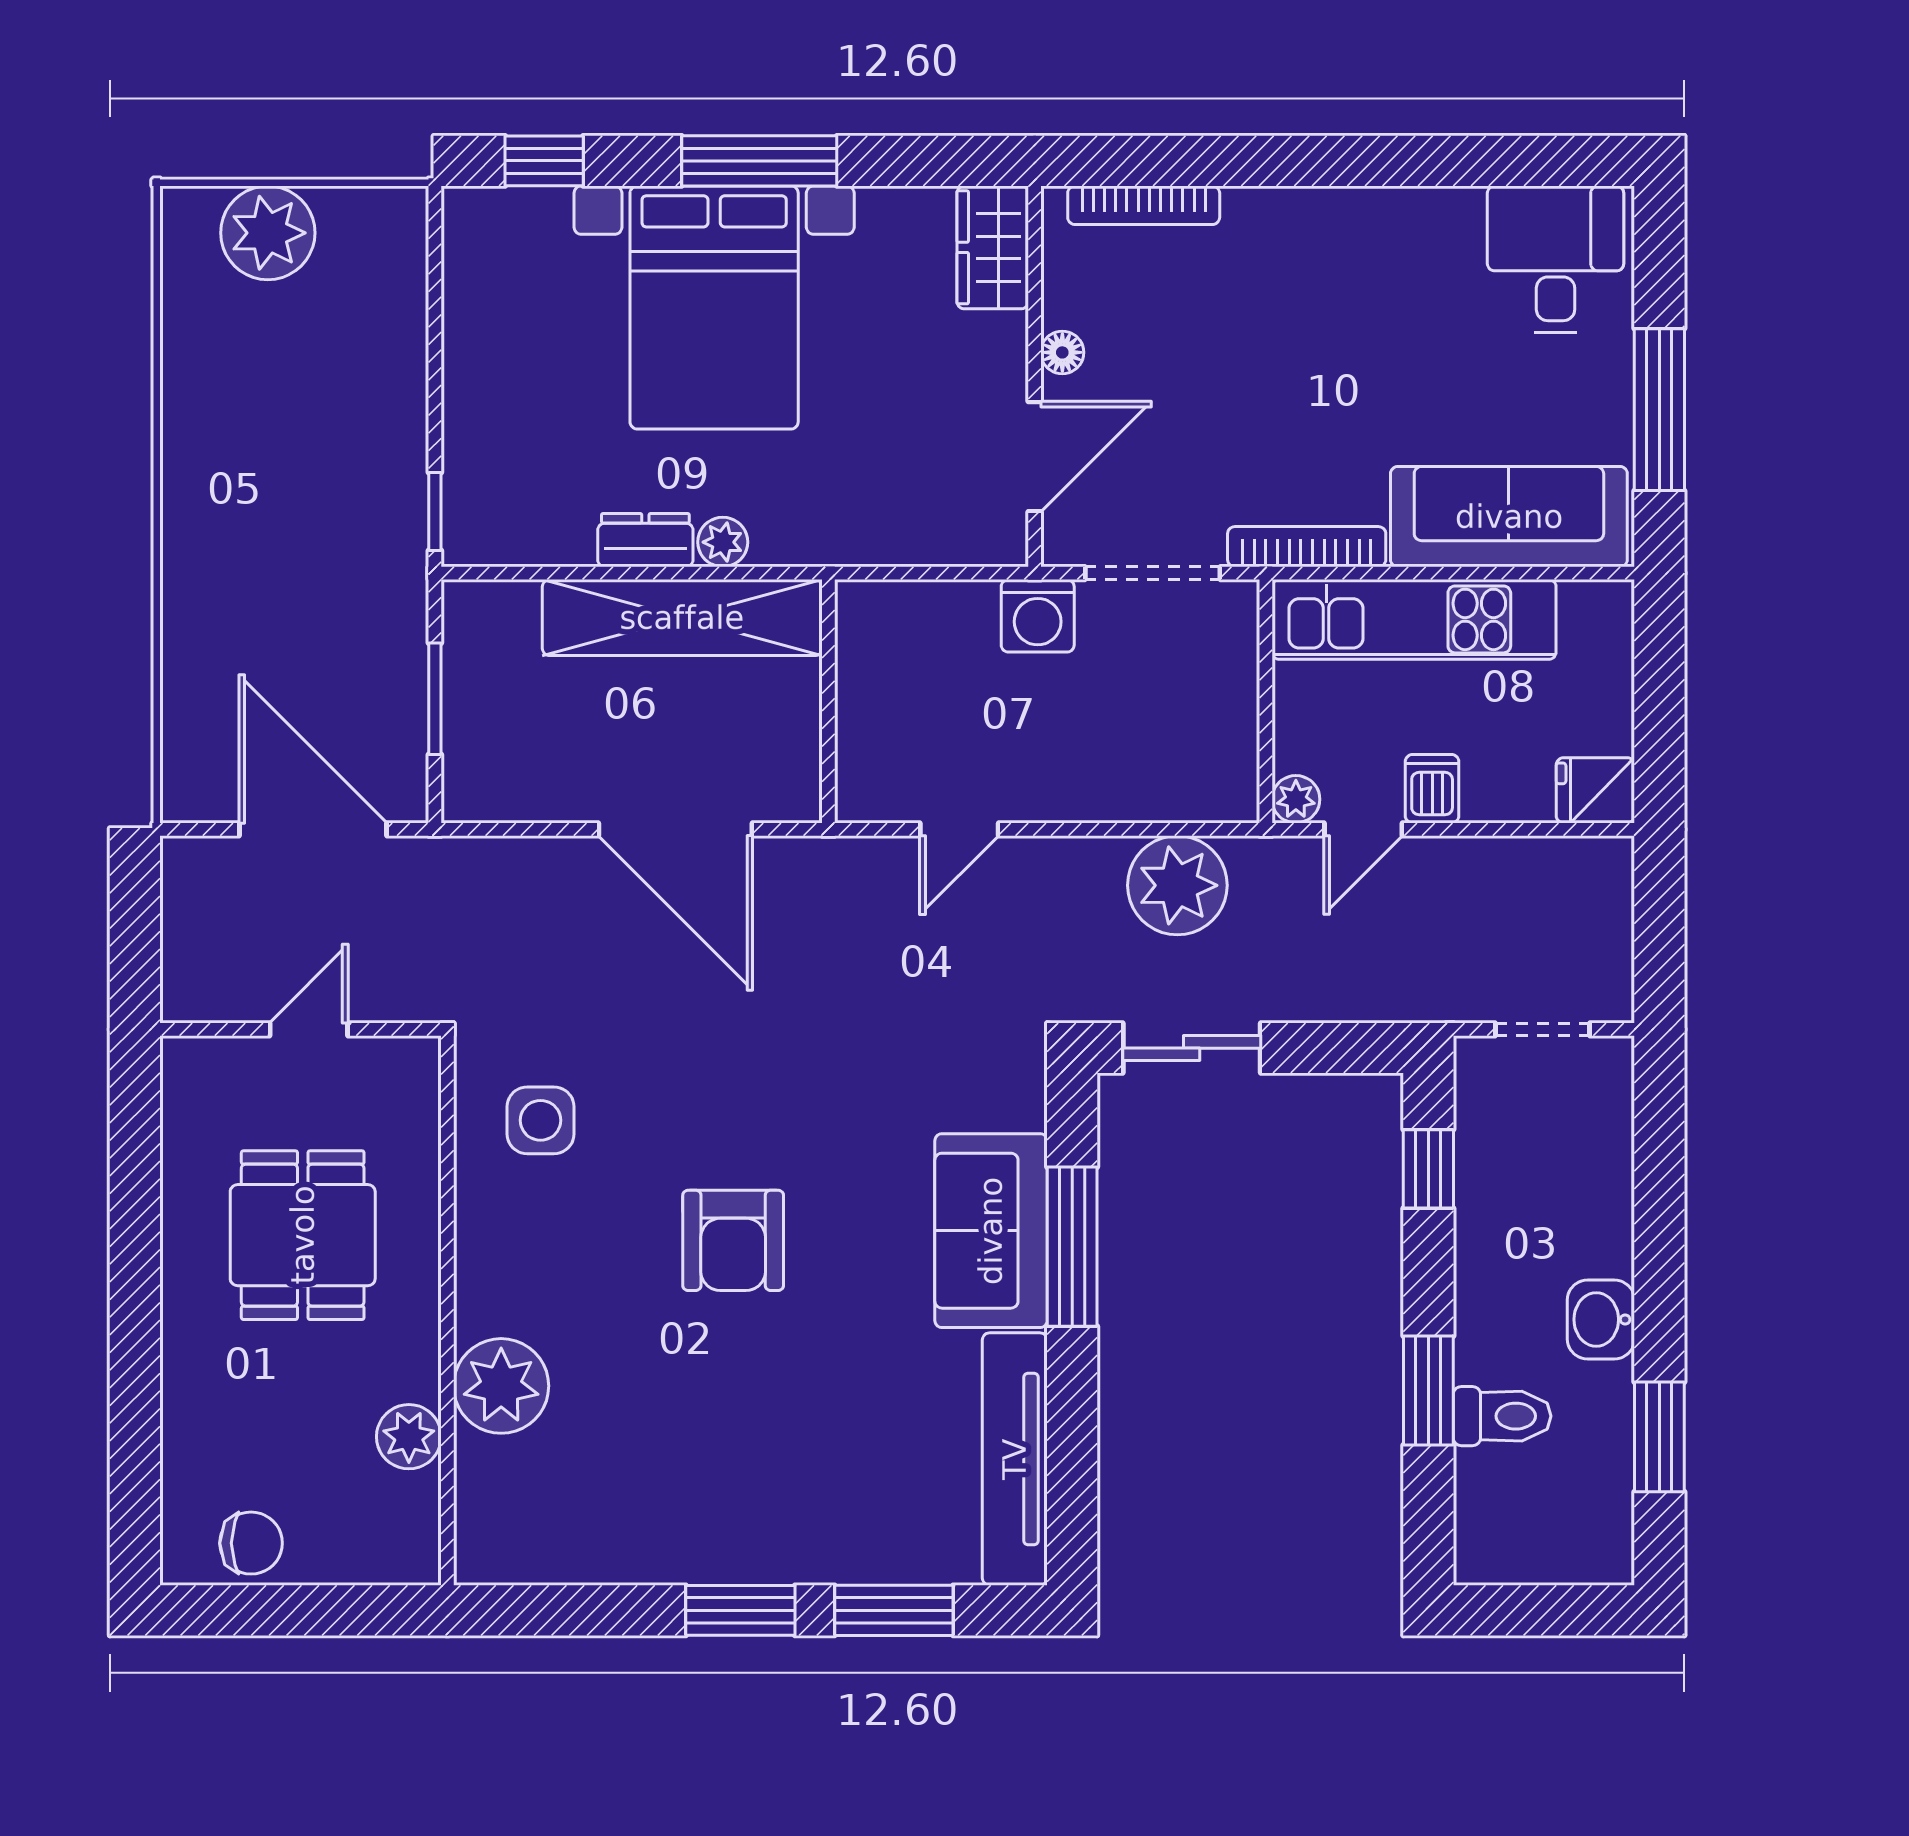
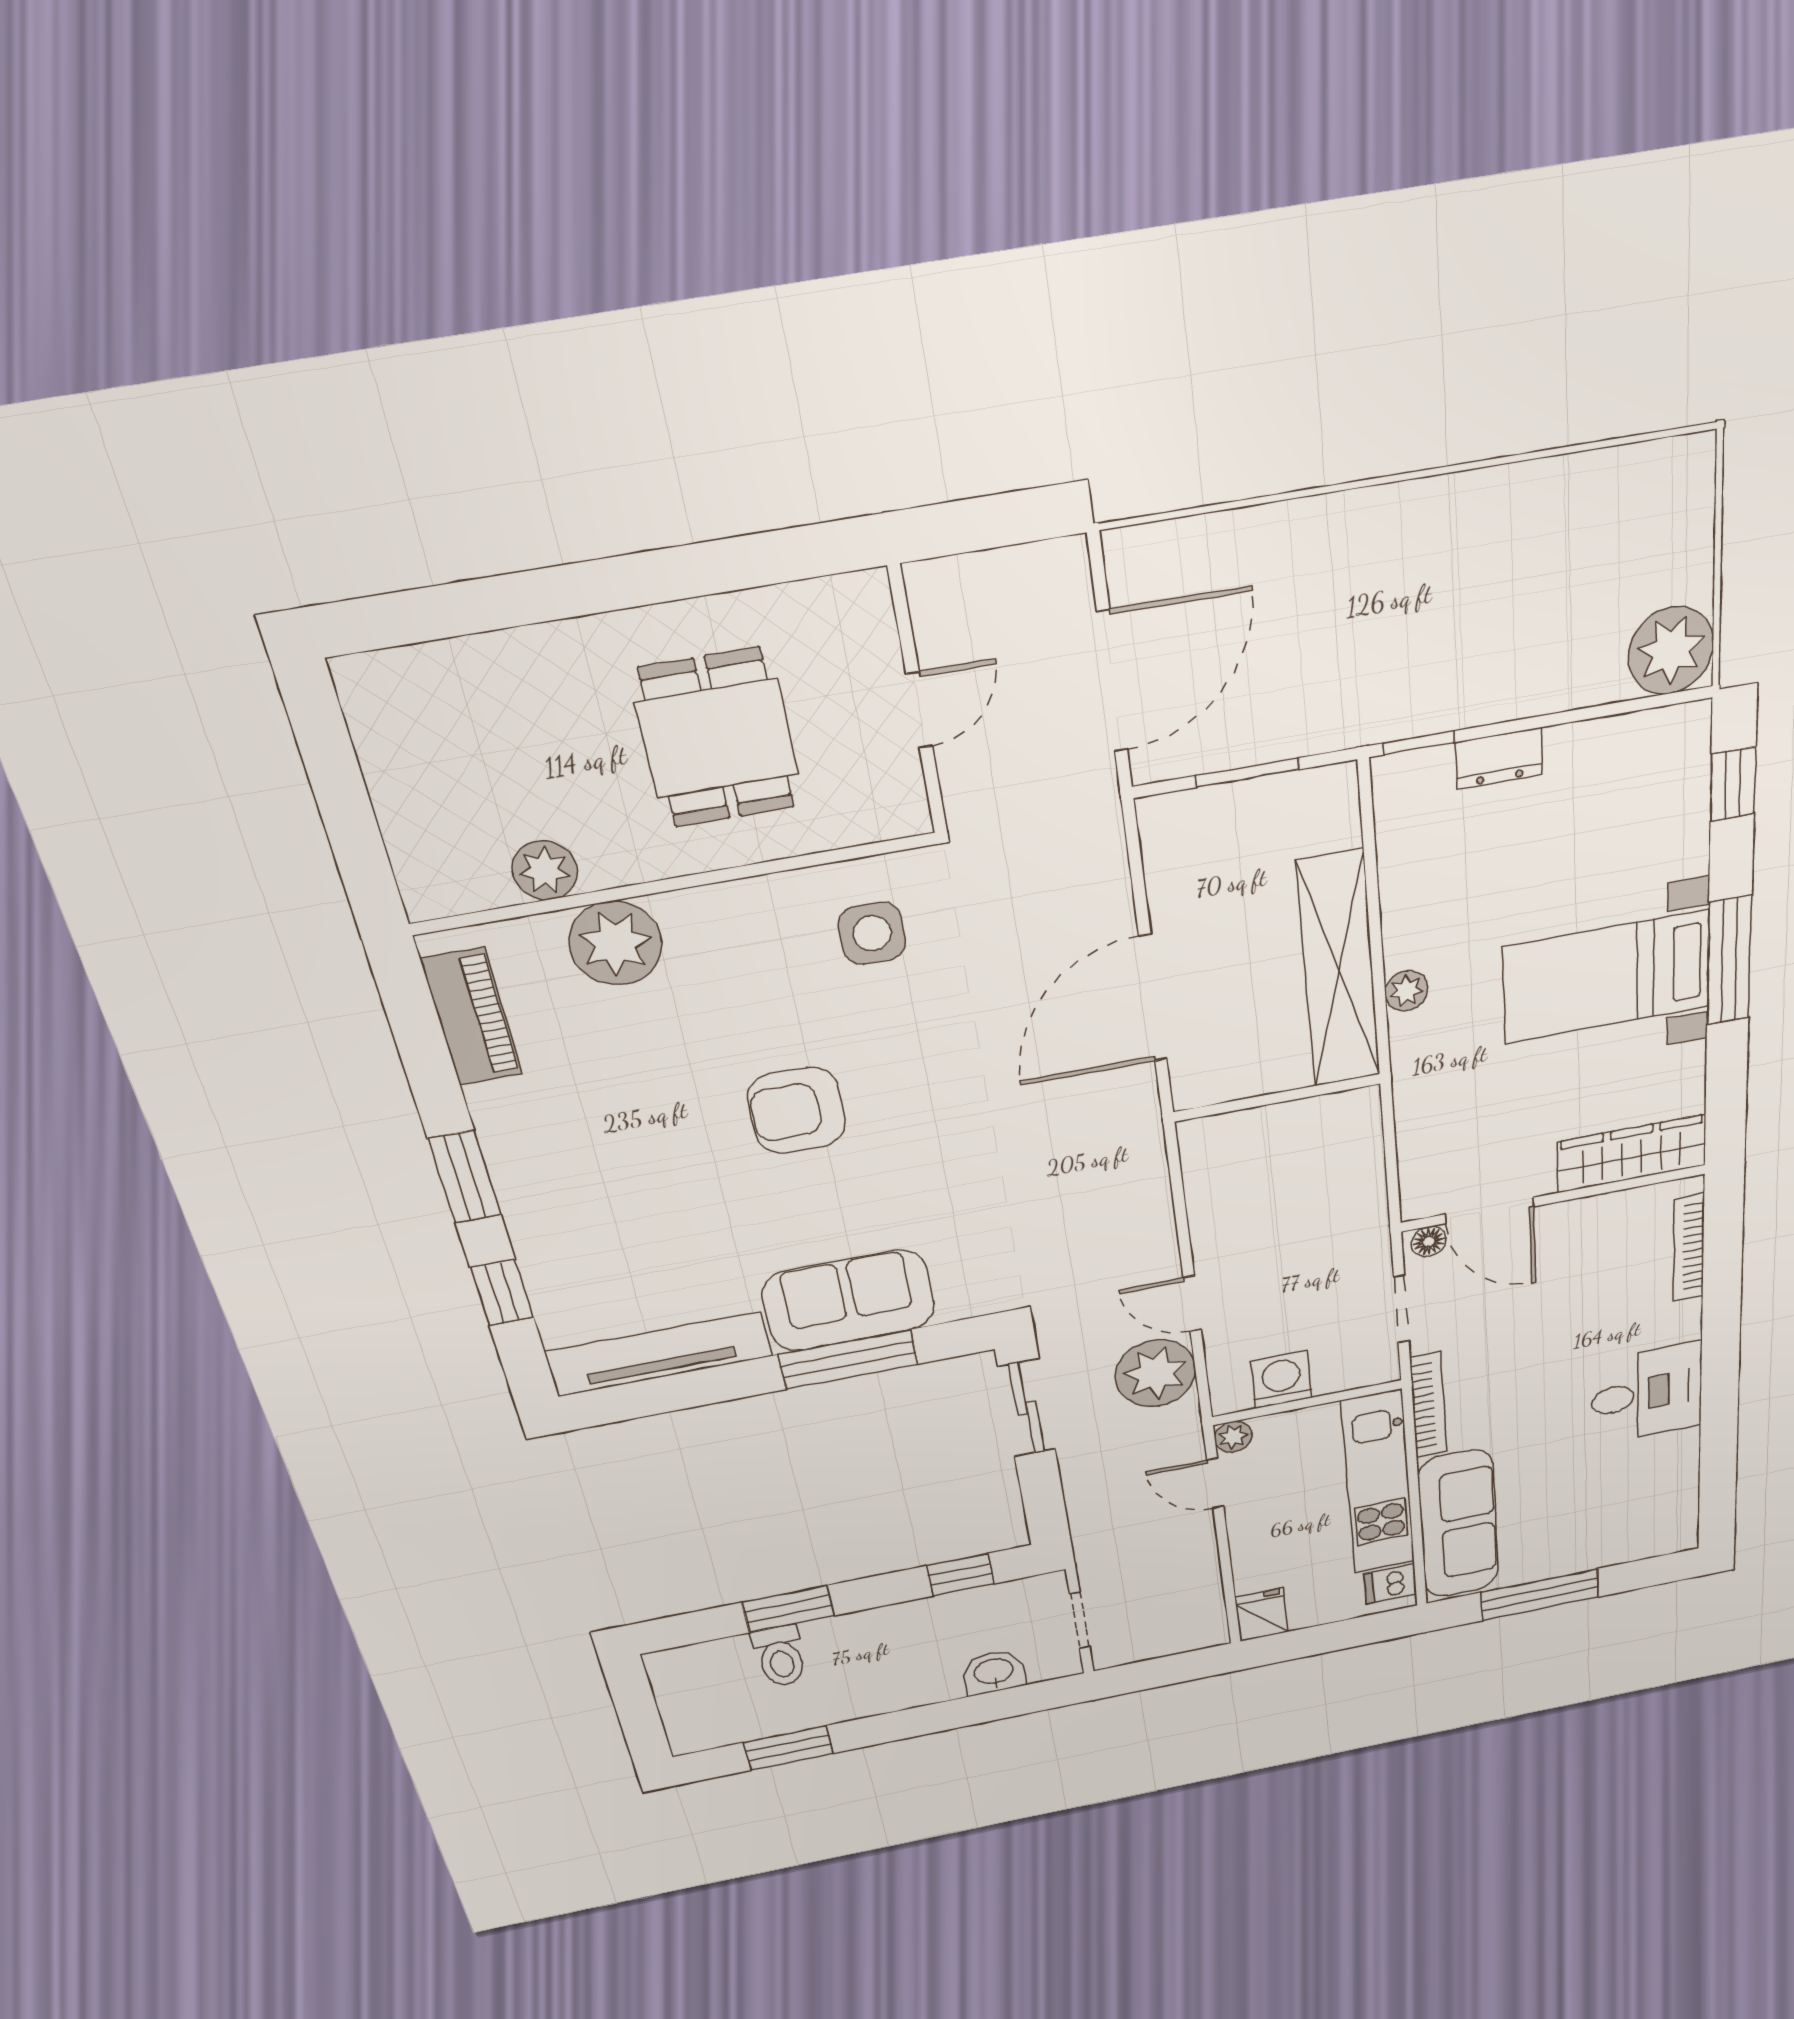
plant: (268, 233) -> (1671, 651), moved
wardrobe: (993, 247) -> (1632, 1154), width x1.50
desk: (1556, 259) -> (1647, 1394), moved
bed with nightstands: (714, 307) -> (1606, 977), width x0.73
floor lamp: (1062, 352) -> (1429, 1241), moved
dresser: (645, 540) -> (1499, 758), moved, turned 90
doorway: (1153, 573) -> (1401, 1309), width x0.73
washing machine: (1038, 616) -> (1282, 1380), moved, turned 90
dishwasher: (1432, 789) -> (1390, 1584), moved, turned 180
door: (959, 829) -> (1192, 1304), moved
door: (309, 1029) -> (919, 710), hinge flipped
dining table: (303, 1235) -> (717, 738), turned 90
washbasin: (1601, 1319) -> (994, 1672), moved
chair: (251, 1543) -> (396, 741), removed
piano: (555, 1552) -> (472, 1017), added
window: (894, 1610) -> (502, 1292), width x0.67

